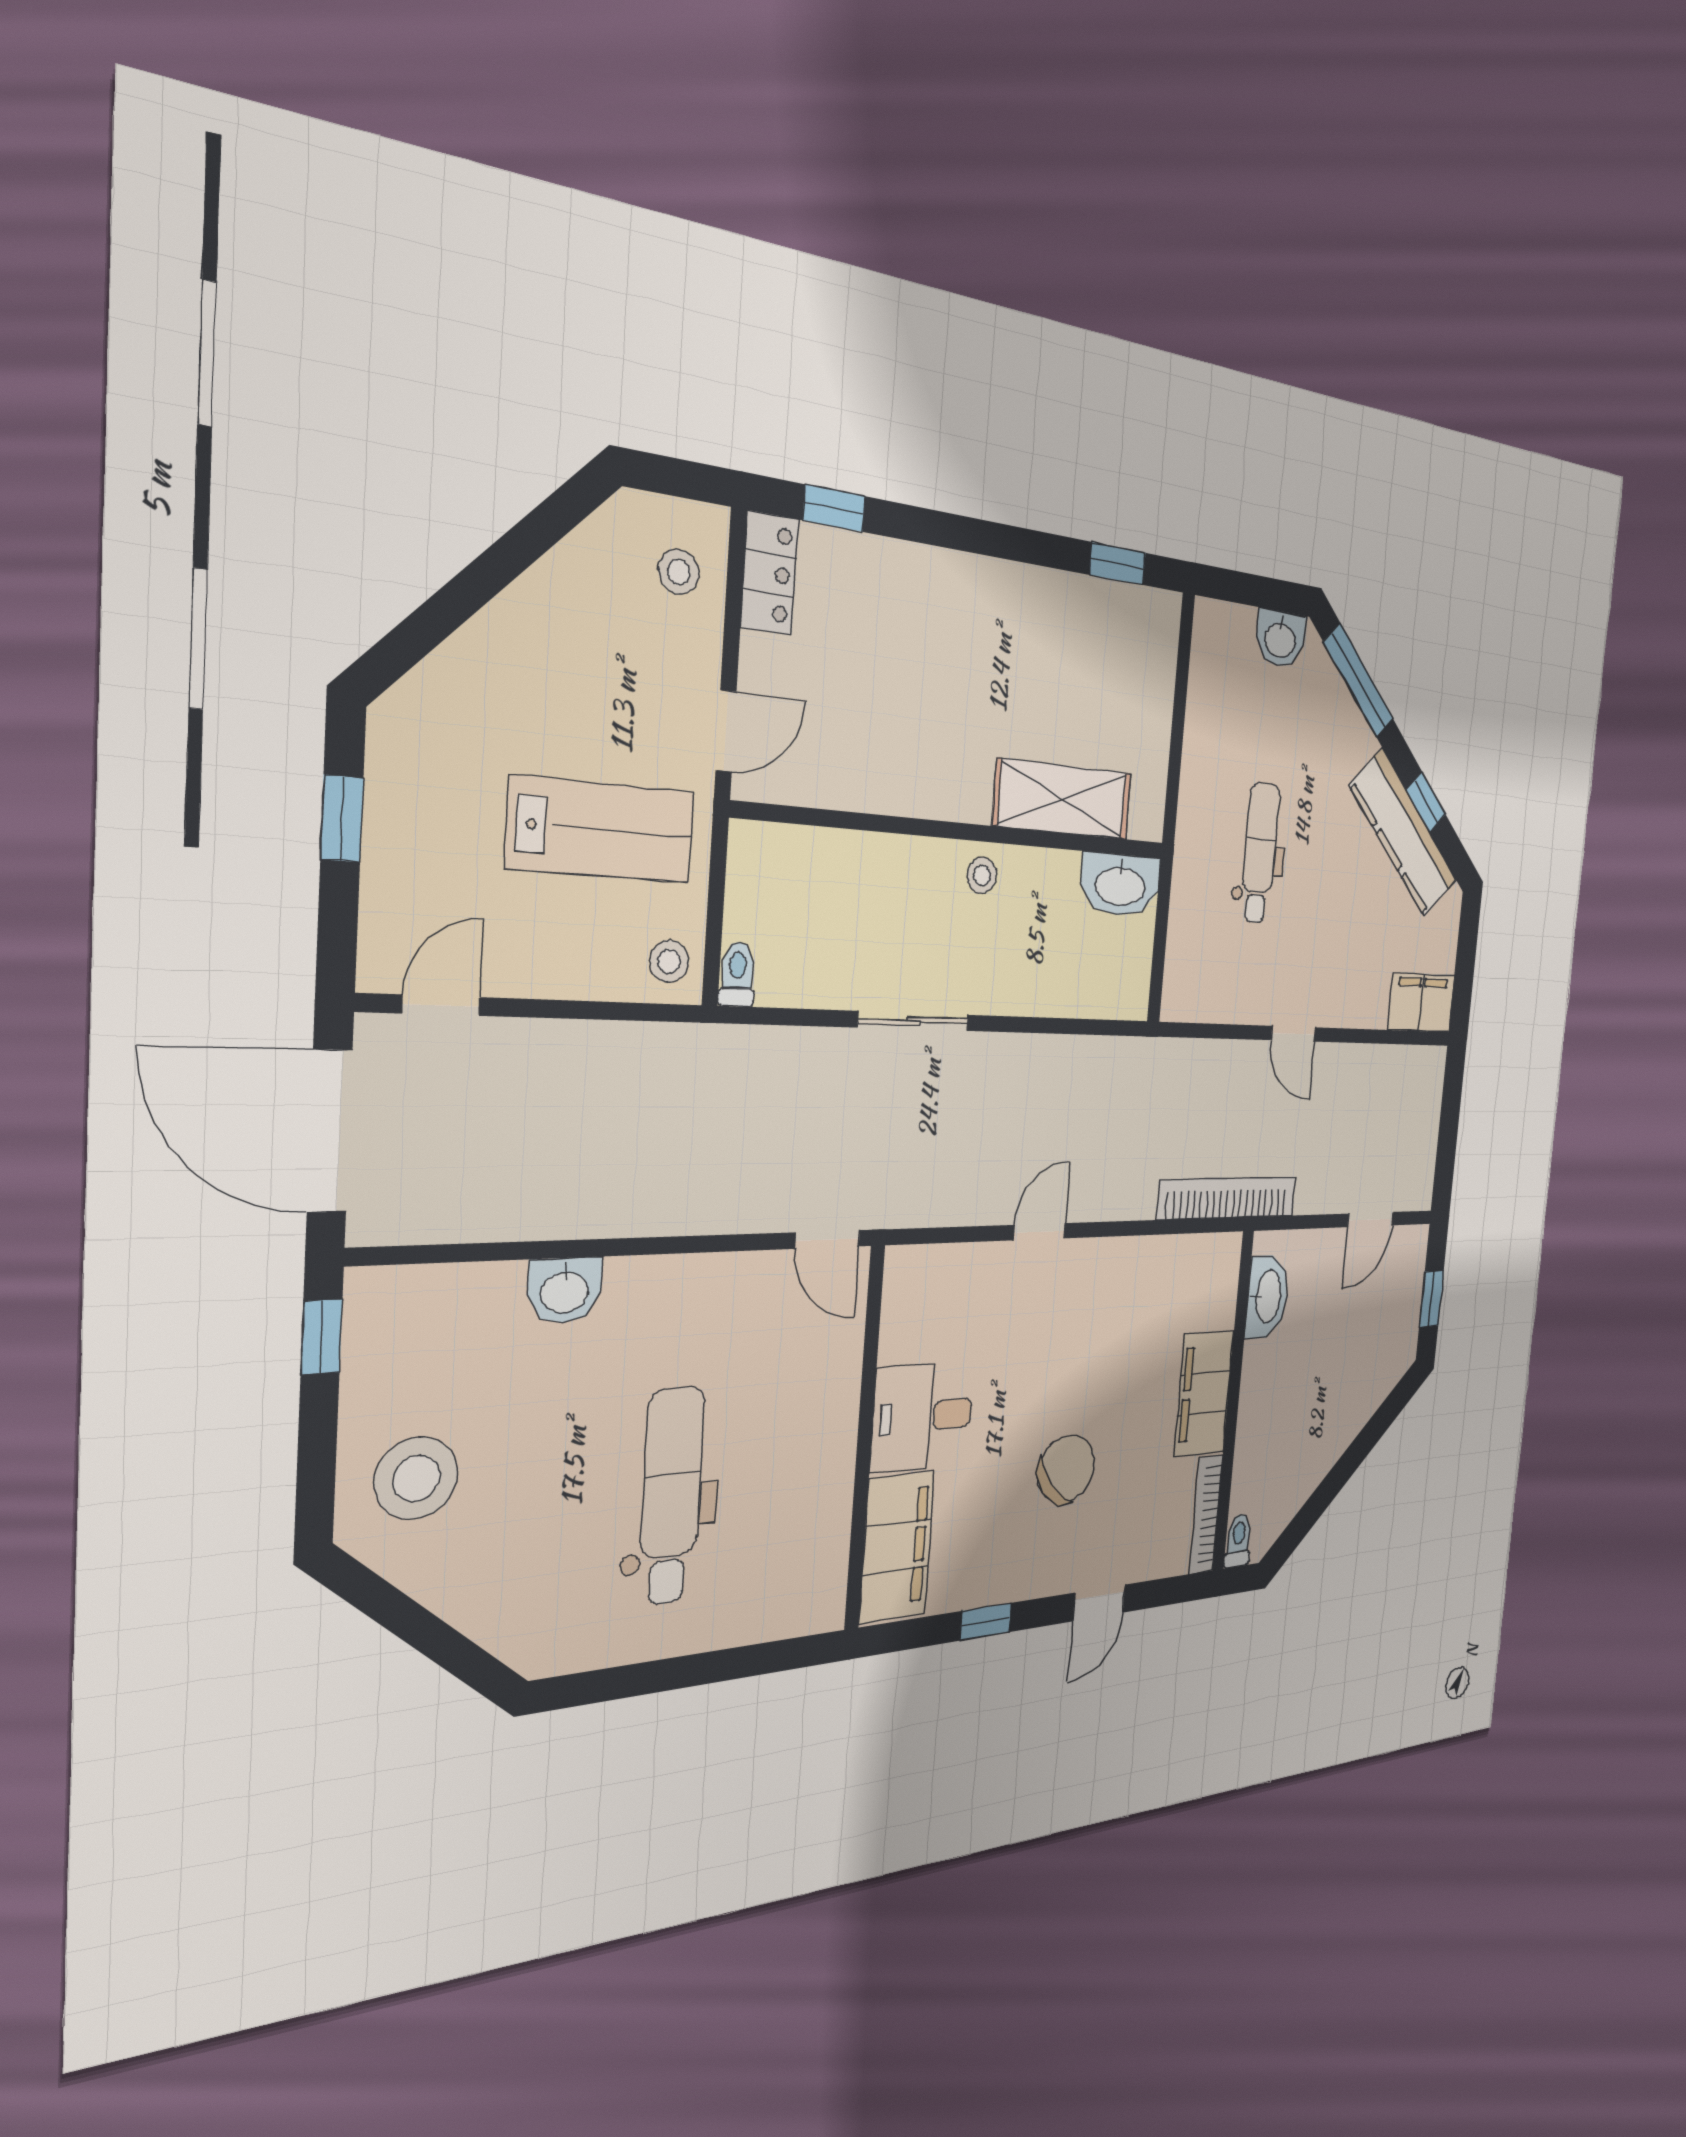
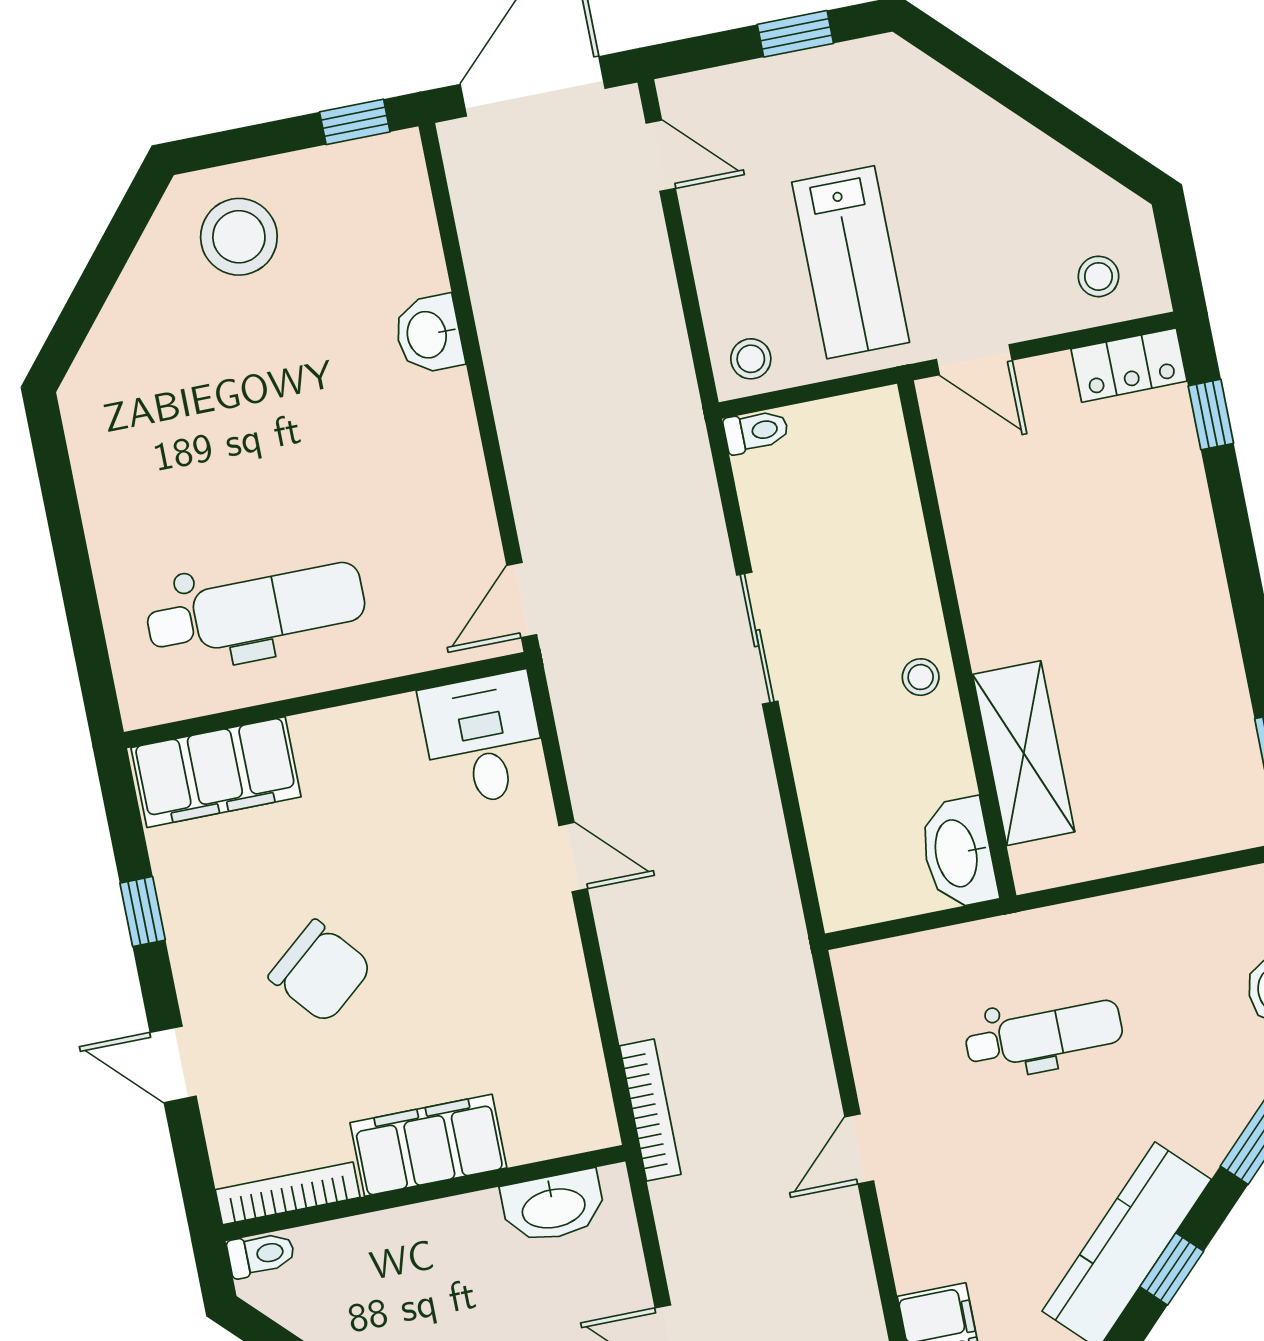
bookcase: (1227, 1198) -> (650, 1110), width x0.68, depth x0.76
desk: (922, 1417) -> (483, 739), moved
dental chair: (671, 1496) -> (256, 610), moved

